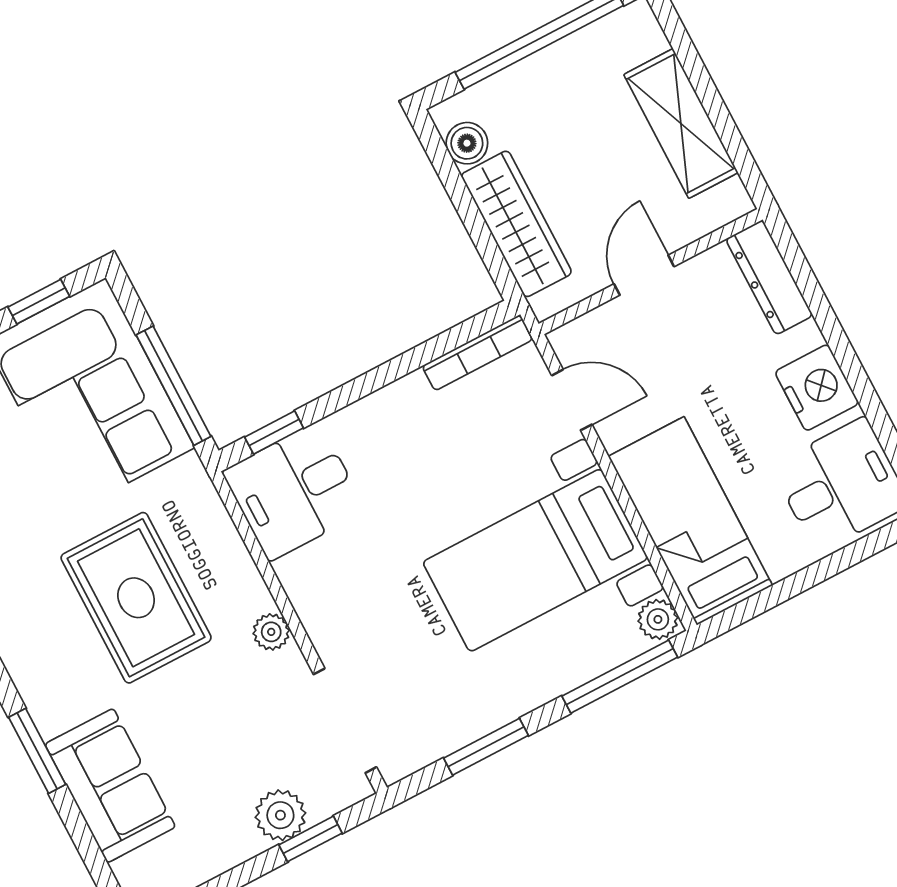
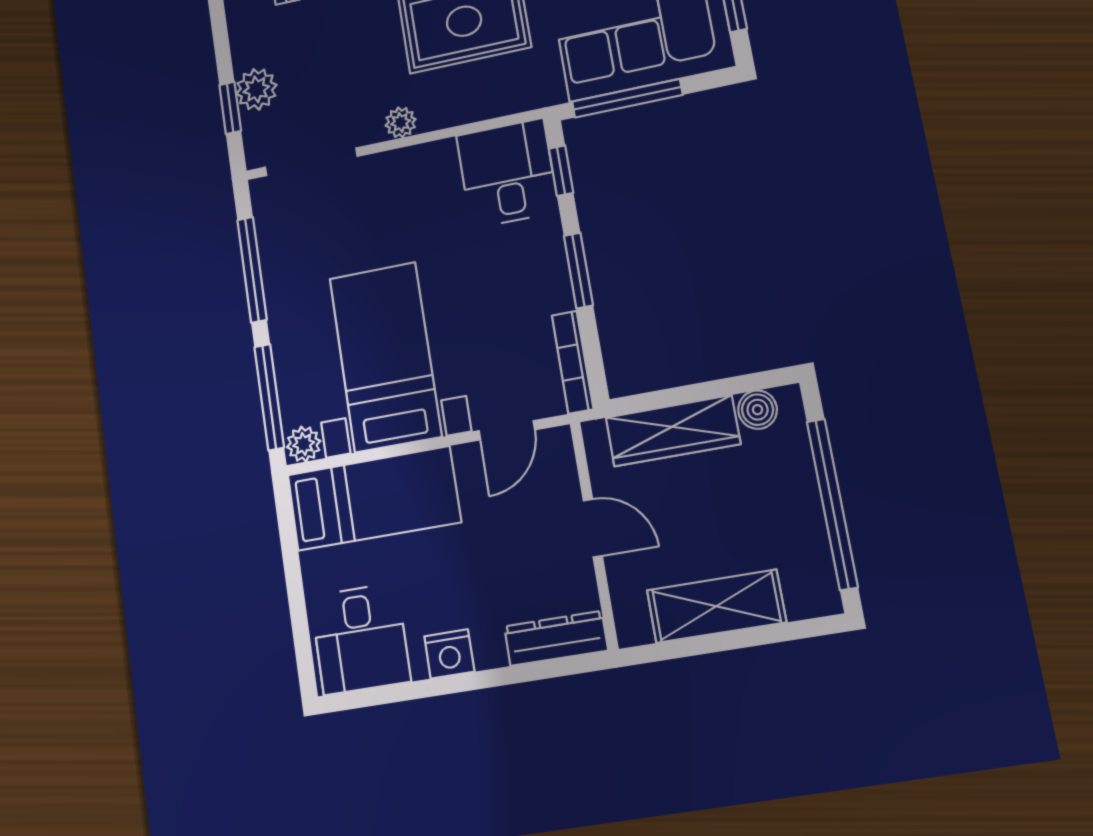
window: (377, 378) -> (578, 270), added
nightstand: (817, 388) -> (449, 654), width x0.74, depth x0.75
window: (486, 747) -> (252, 270), width x1.44

